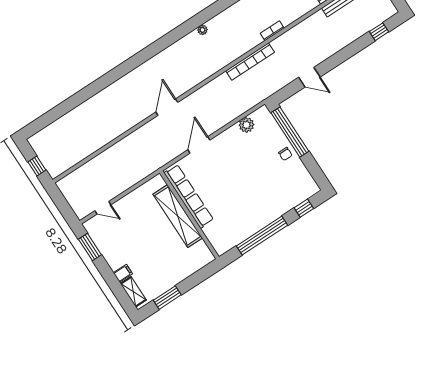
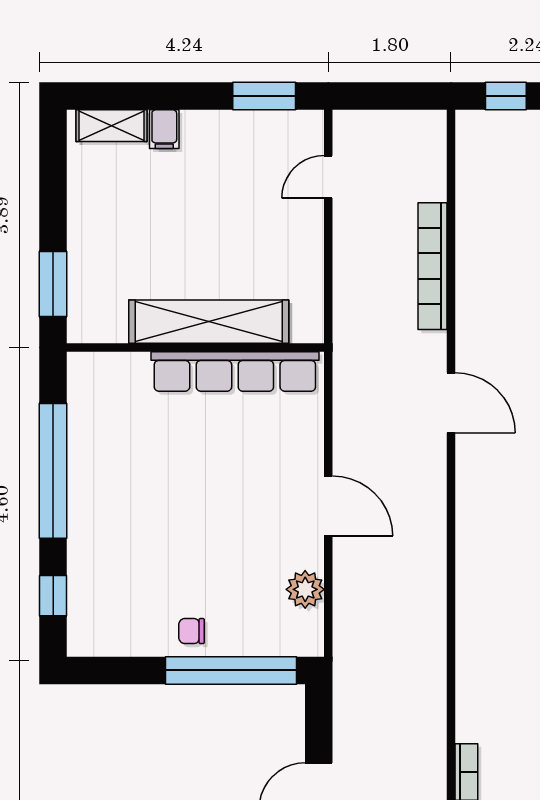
bookcase: (250, 62) -> (432, 266), moved
door: (167, 107) -> (451, 403), moved
door: (199, 145) -> (328, 506), moved
window: (167, 298) -> (53, 284), moved

